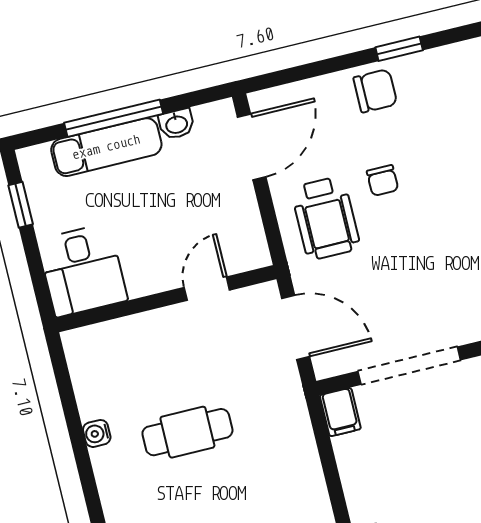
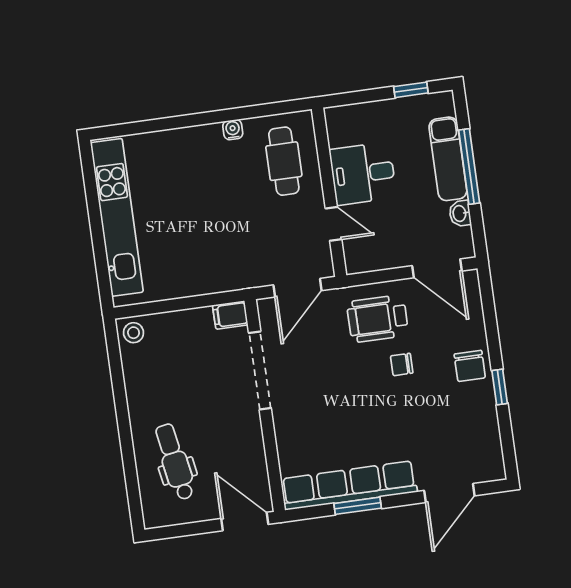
desk: (82, 270) -> (363, 174), moved
cafe table: (187, 432) -> (284, 161), moved

